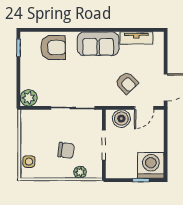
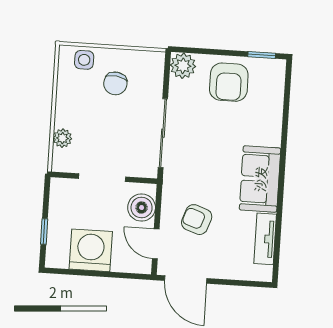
armchair: (53, 48) -> (229, 82), moved
armchair: (127, 83) -> (197, 220), turned 63
chair: (66, 150) -> (115, 83), moved
washing machine: (151, 165) -> (91, 250), moved, turned -90

